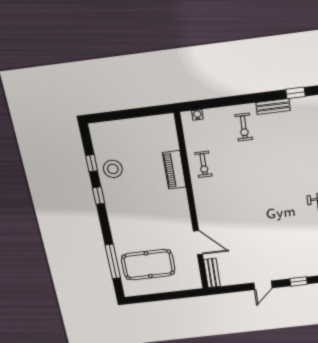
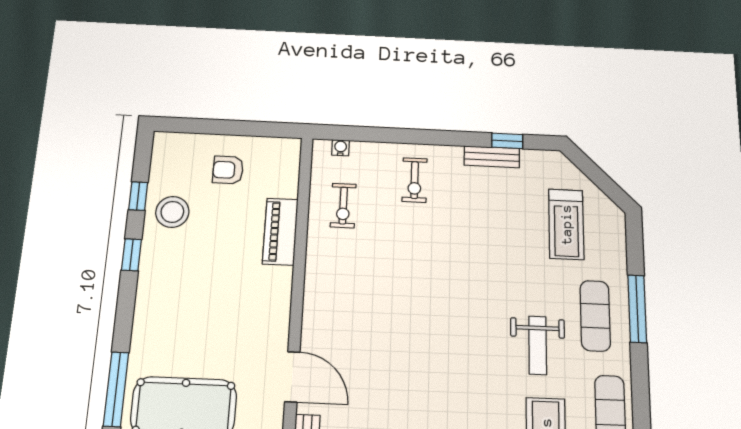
bench: (273, 107) -> (492, 157), moved
armchair: (136, 140) -> (228, 170), added
exercise bike: (203, 164) -> (343, 206), moved

